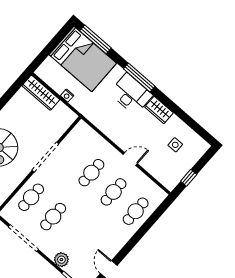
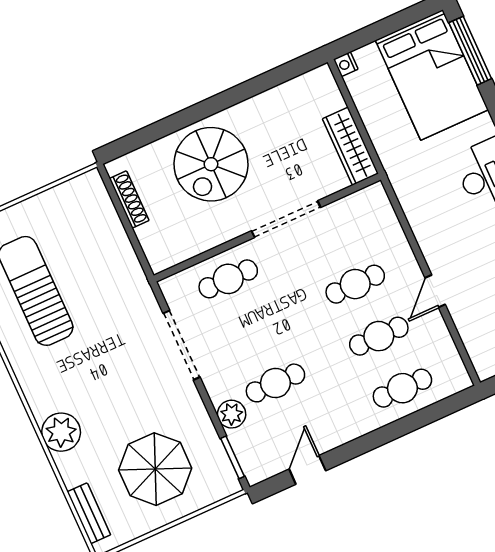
wardrobe: (41, 93) -> (350, 146), moved
nightstand: (67, 96) -> (346, 64), moved
door: (130, 159) -> (435, 291), swing flipped
cafe table: (53, 217) -> (275, 383), moved

